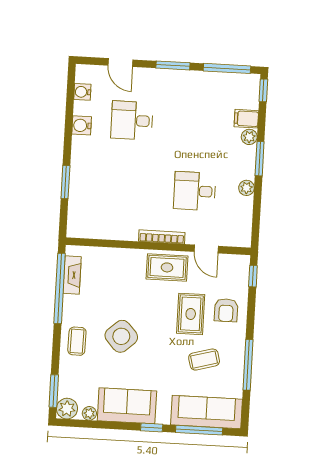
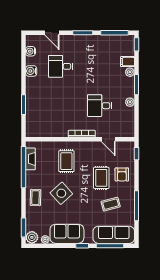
rug: (167, 267) -> (66, 161), moved, turned 90

